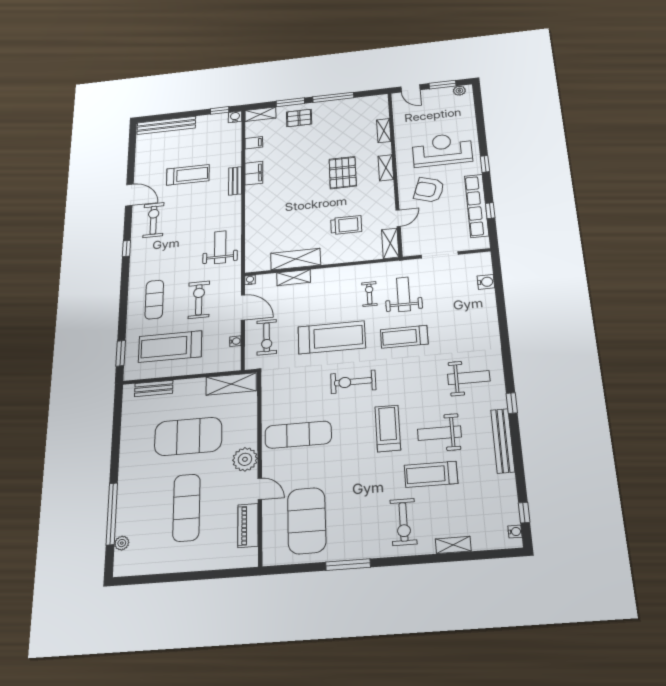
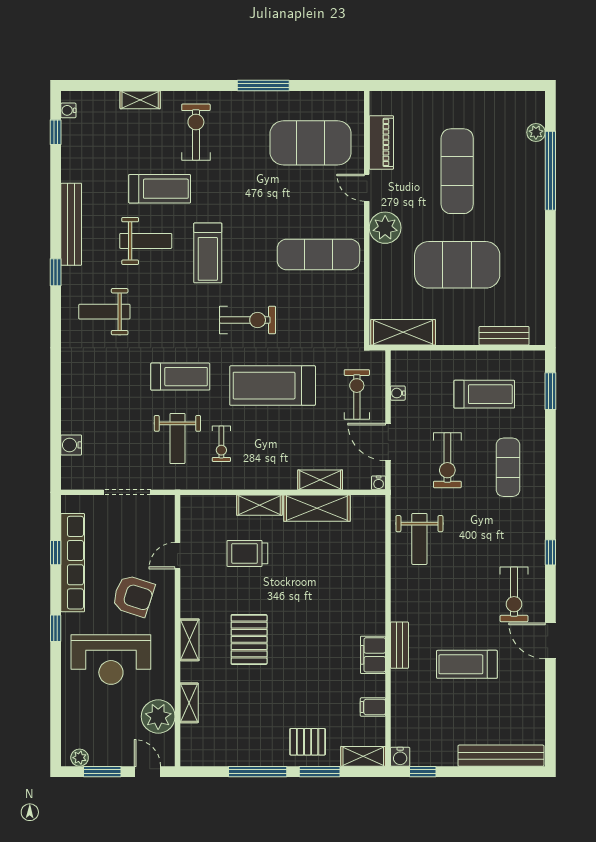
plant: (405, 120) -> (158, 717), added
shelving: (390, 243) -> (259, 505), moved, turned 90
treadmill: (170, 347) -> (484, 394), width x0.73, depth x0.73
exercise mat: (307, 521) -> (311, 143), turned 90

